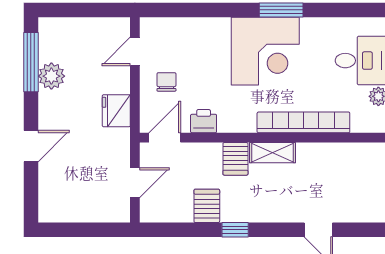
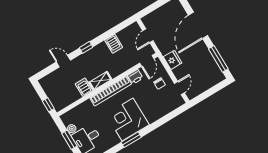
plant: (51, 76) -> (207, 58), removed
bookcase: (303, 122) -> (111, 91), moved
door: (31, 146) -> (198, 25), width x1.87
server rack: (235, 159) -> (84, 87), moved
window: (235, 230) -> (86, 47), moved

